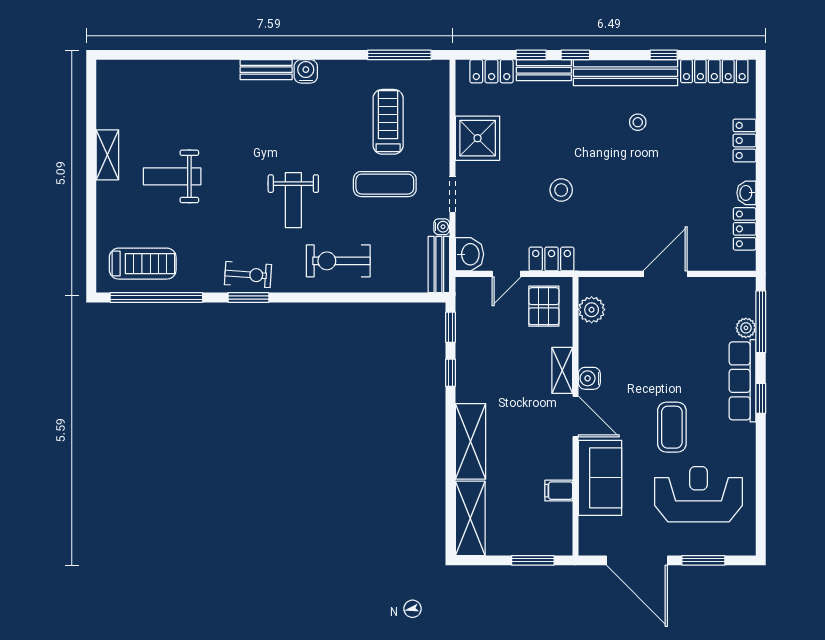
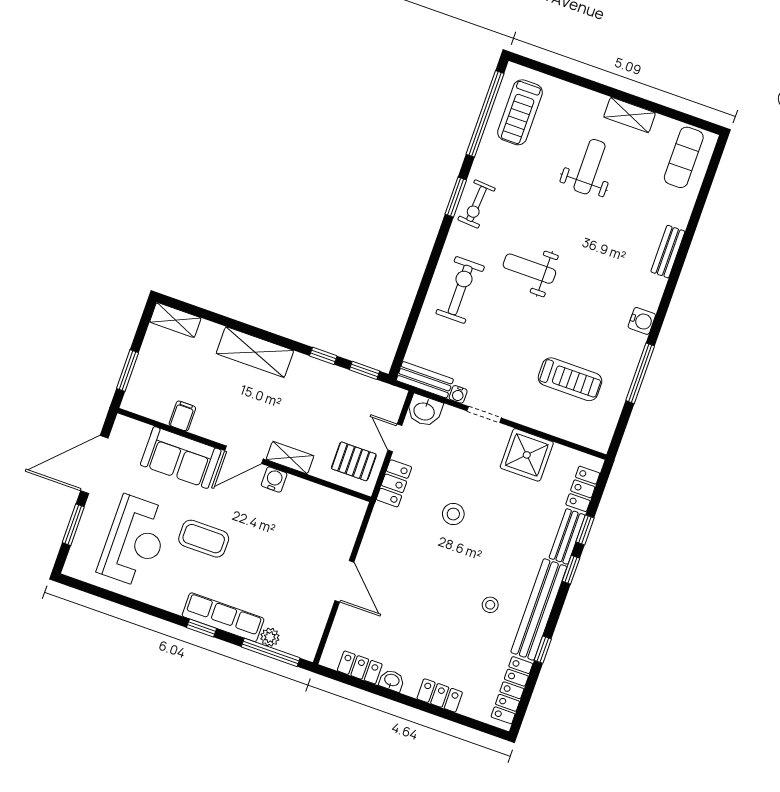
window: (399, 55) -> (640, 373), moved
bench: (266, 70) -> (668, 252), moved
exercise mat: (385, 184) -> (684, 157), moved
plant: (592, 310) -> (335, 503), removed
shelving: (470, 518) -> (175, 320), width x0.67, depth x0.75

